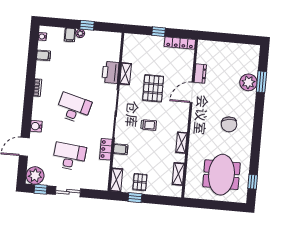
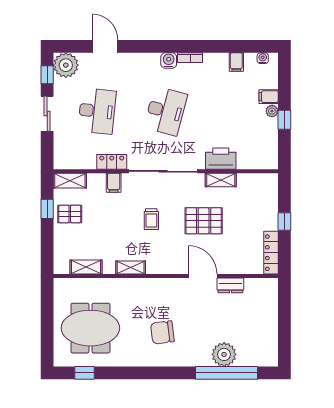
window: (261, 82) -> (226, 373), width x2.11
water cooler: (36, 126) -> (169, 61), moved

